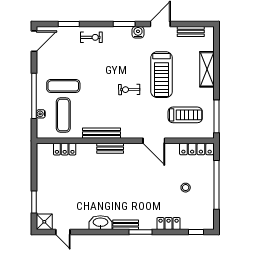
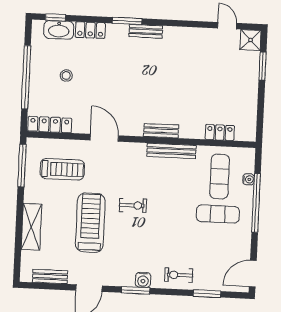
water cooler: (138, 32) -> (143, 280), moved
treadmill: (185, 115) -> (62, 169), turned 180
washbasin: (100, 223) -> (59, 30), moved

